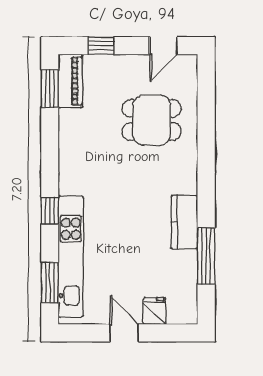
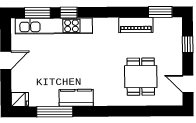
piano: (70, 81) -> (136, 25), moved
window: (50, 211) -> (69, 13), moved
fridge: (155, 311) -> (20, 99), moved

